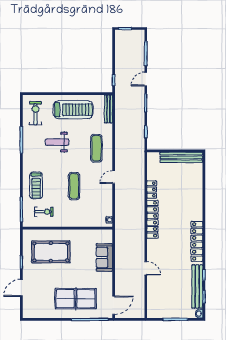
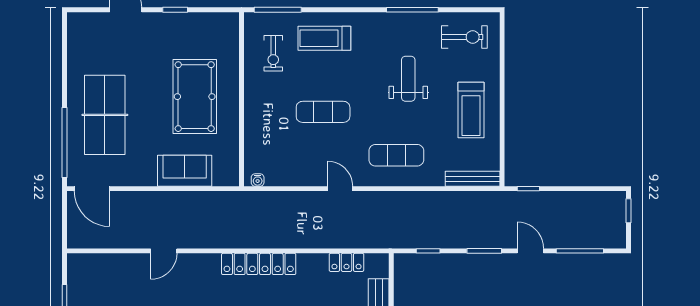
treadmill: (73, 110) -> (471, 110), width x0.73, depth x0.73
locker: (152, 189) -> (346, 262), moved
pool table: (51, 252) -> (195, 97), moved

